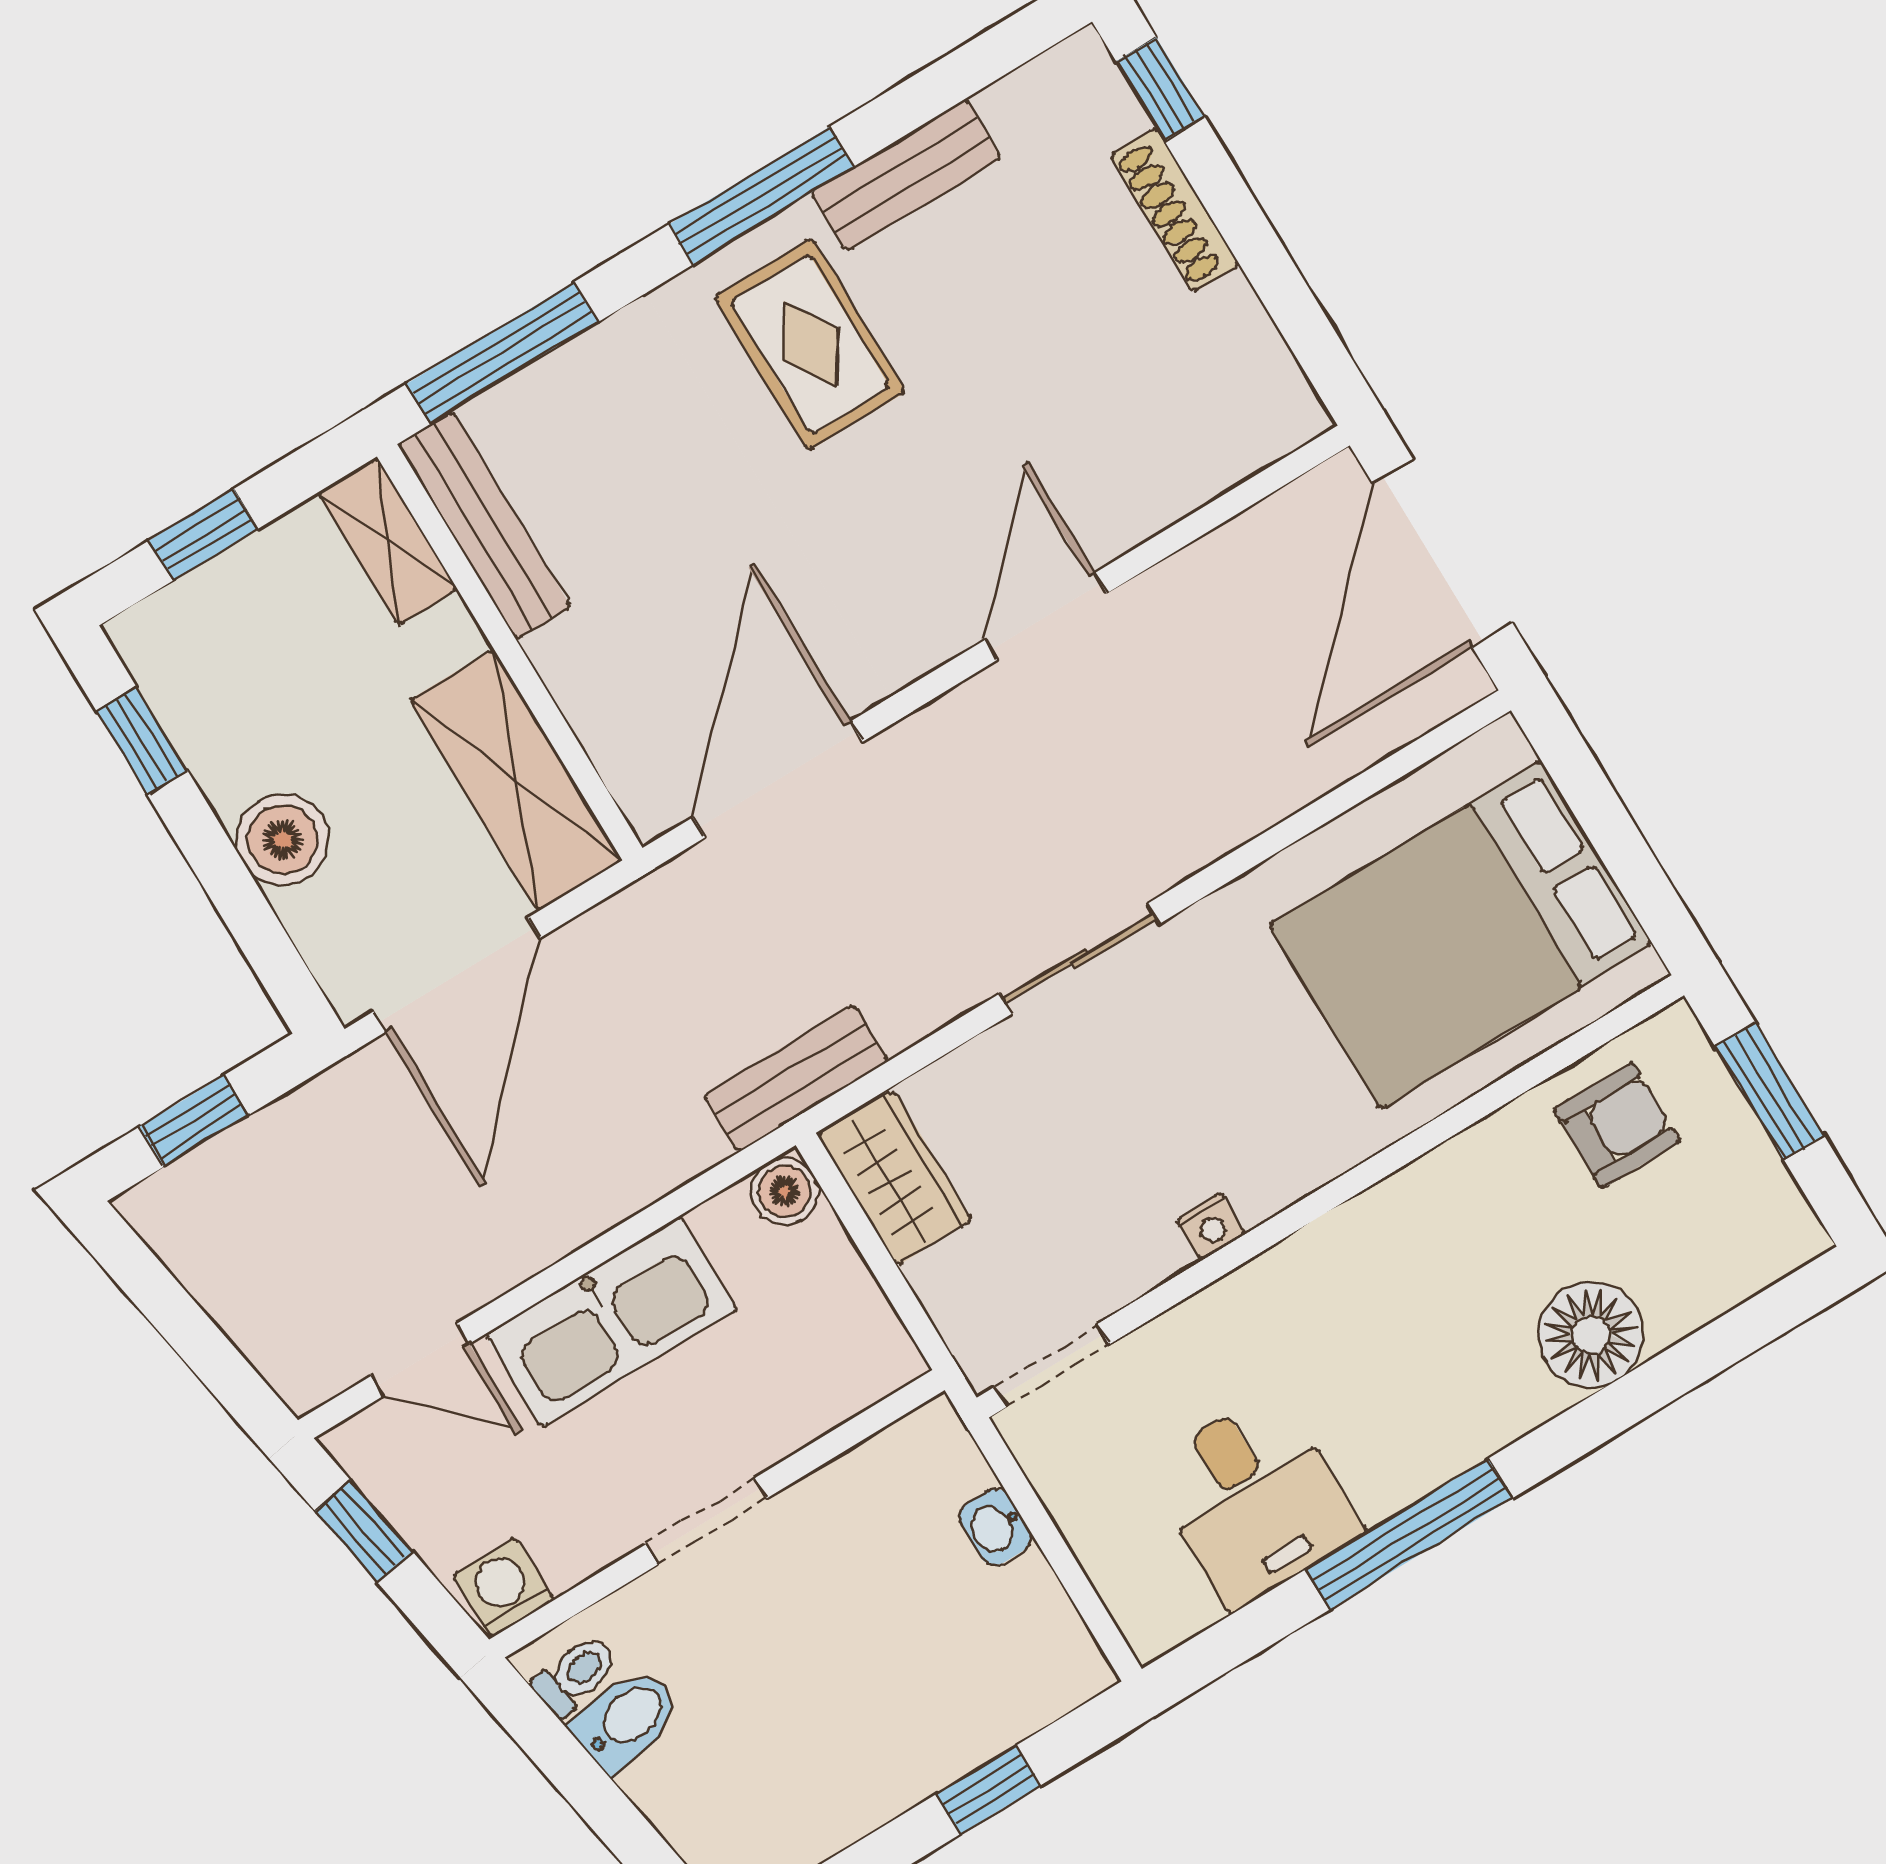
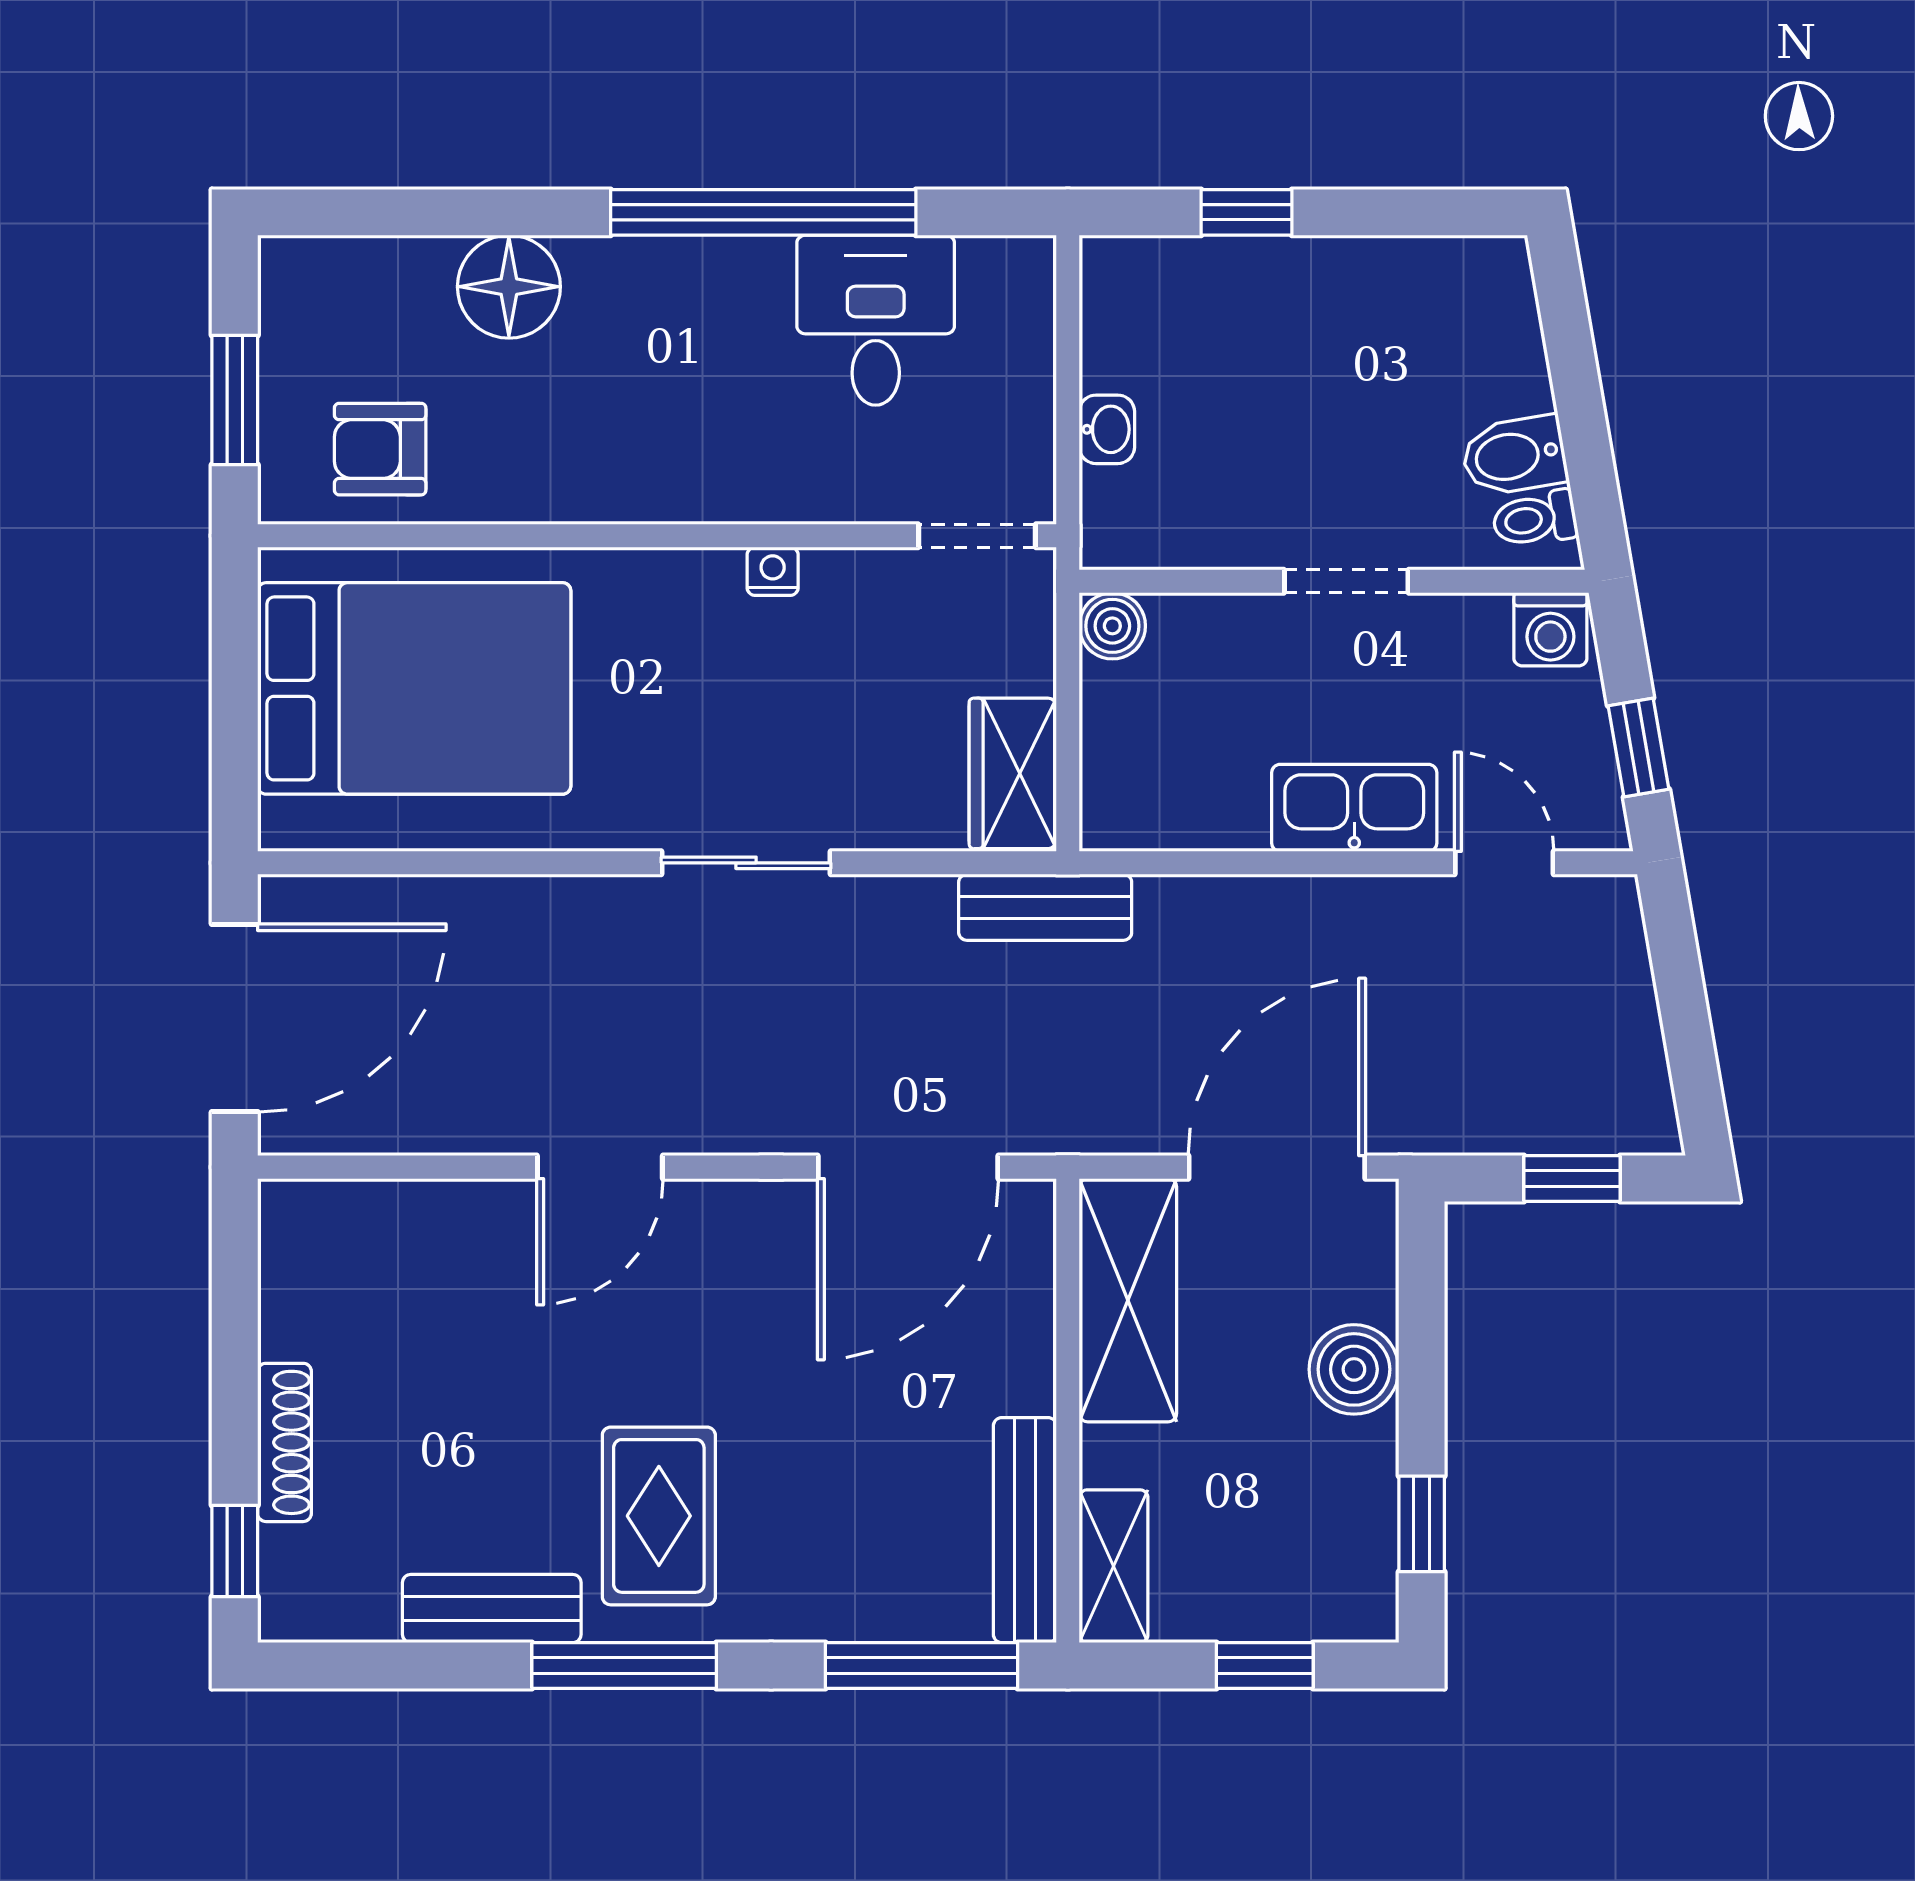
boiler: (784, 1191) -> (1112, 626), moved
kitchen sink: (611, 1322) -> (1354, 808), width x0.73, depth x0.81
window: (1409, 1534) -> (763, 212), width x1.46

